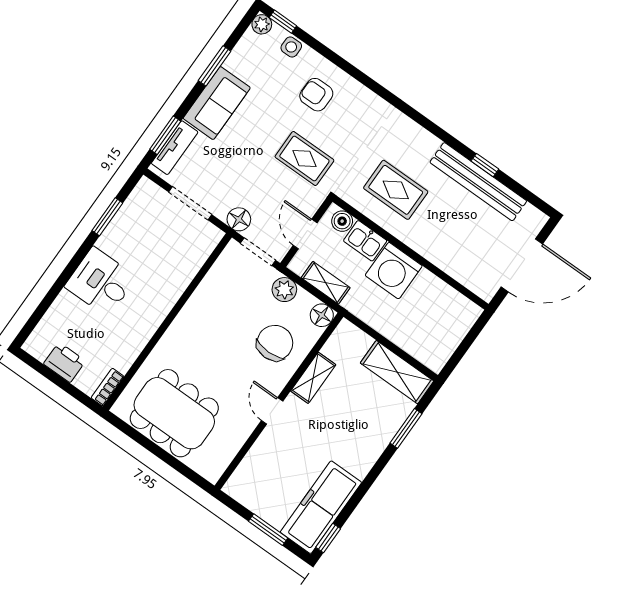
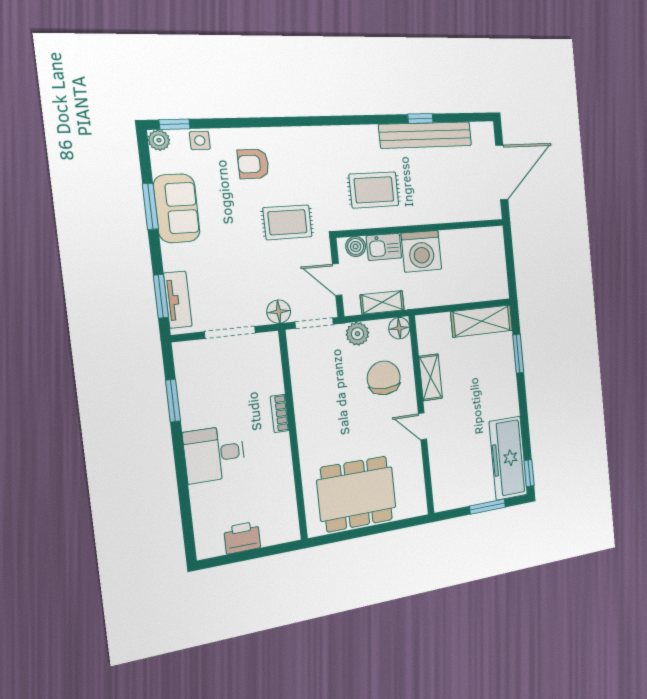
sofa: (217, 103) -> (177, 208), moved
bookcase: (108, 387) -> (280, 413), moved

